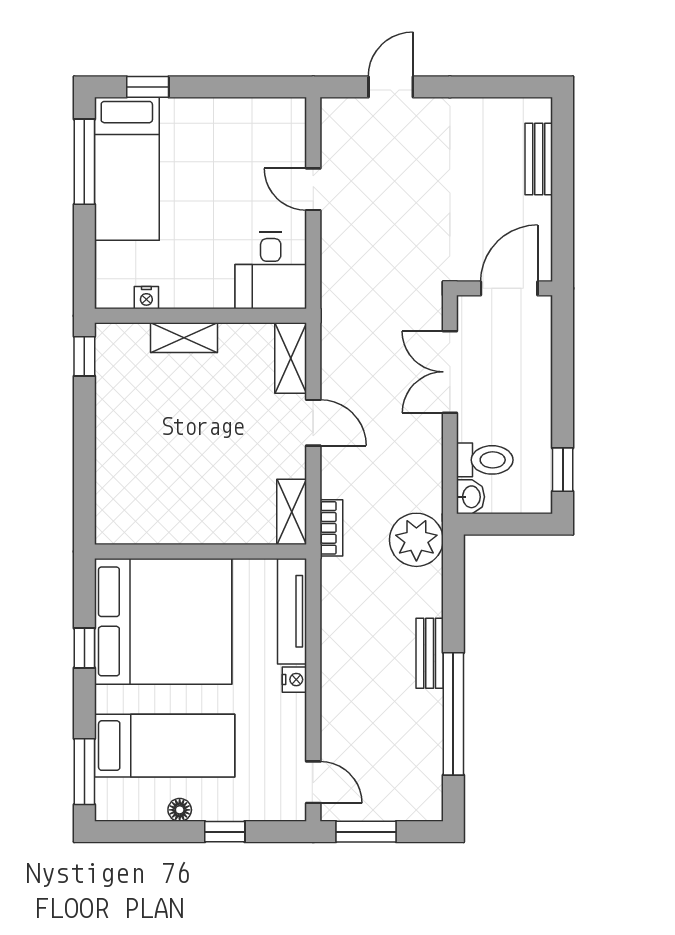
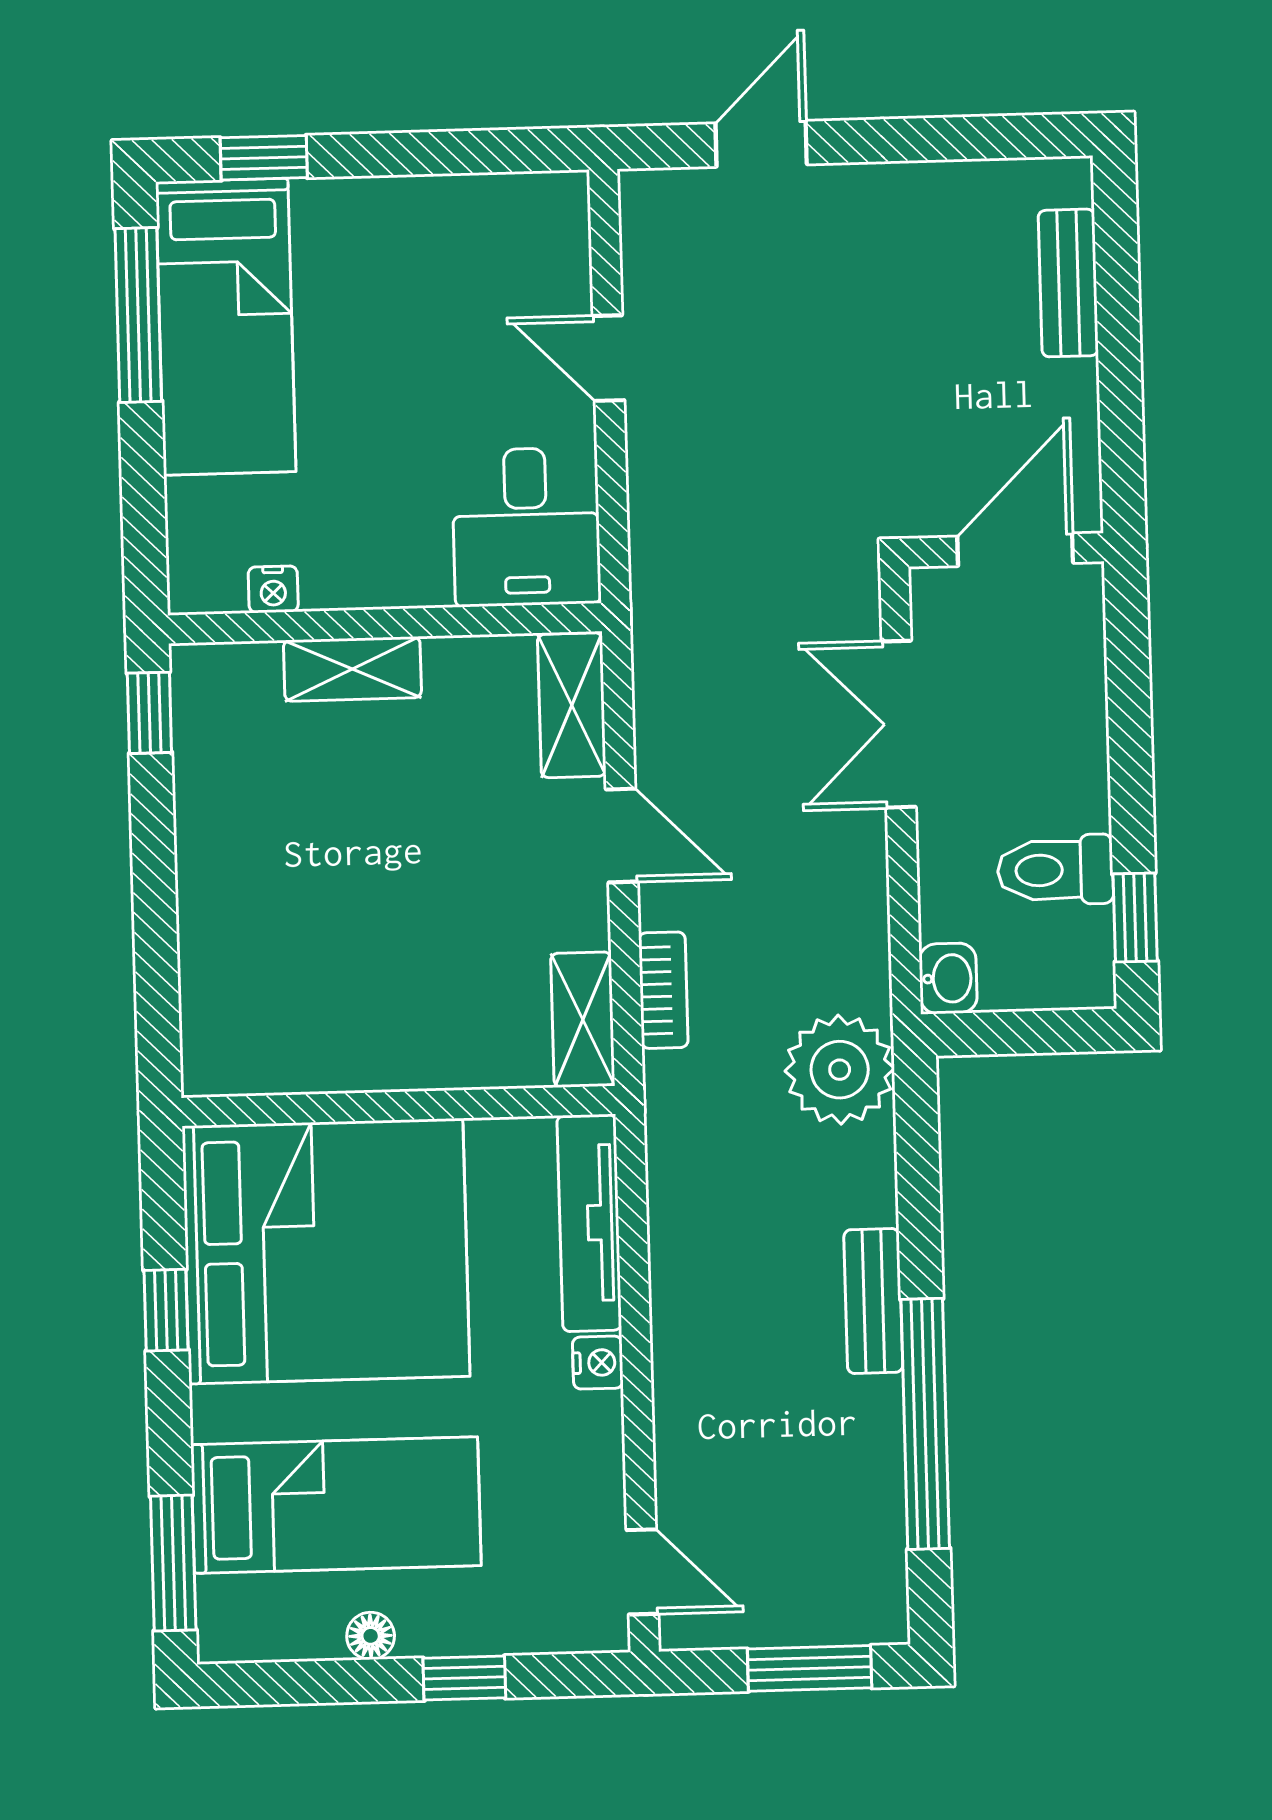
toilet: (485, 460) -> (1055, 870), moved, turned 180
bookcase: (331, 528) -> (663, 990), moved
window: (366, 832) -> (810, 1668), moved

